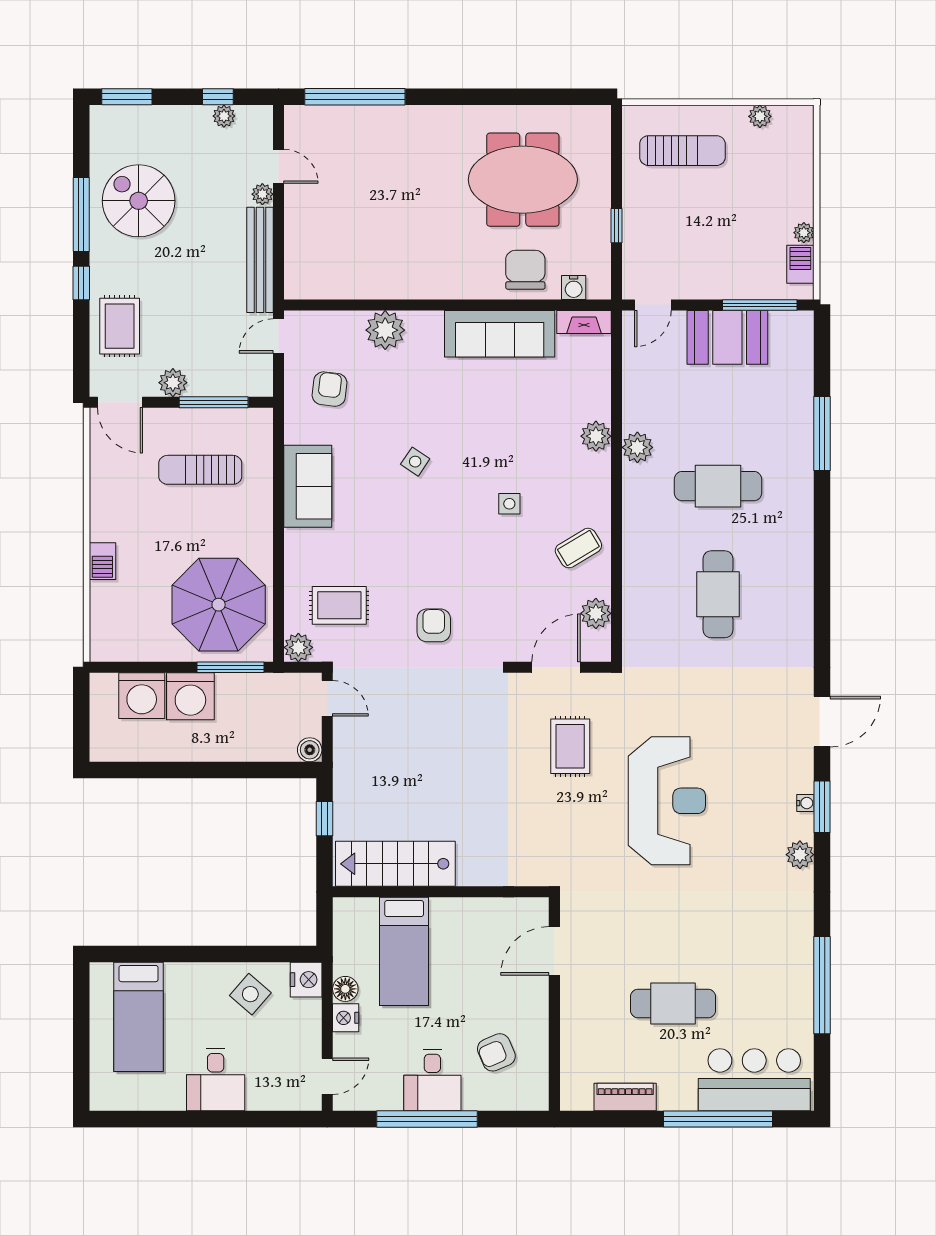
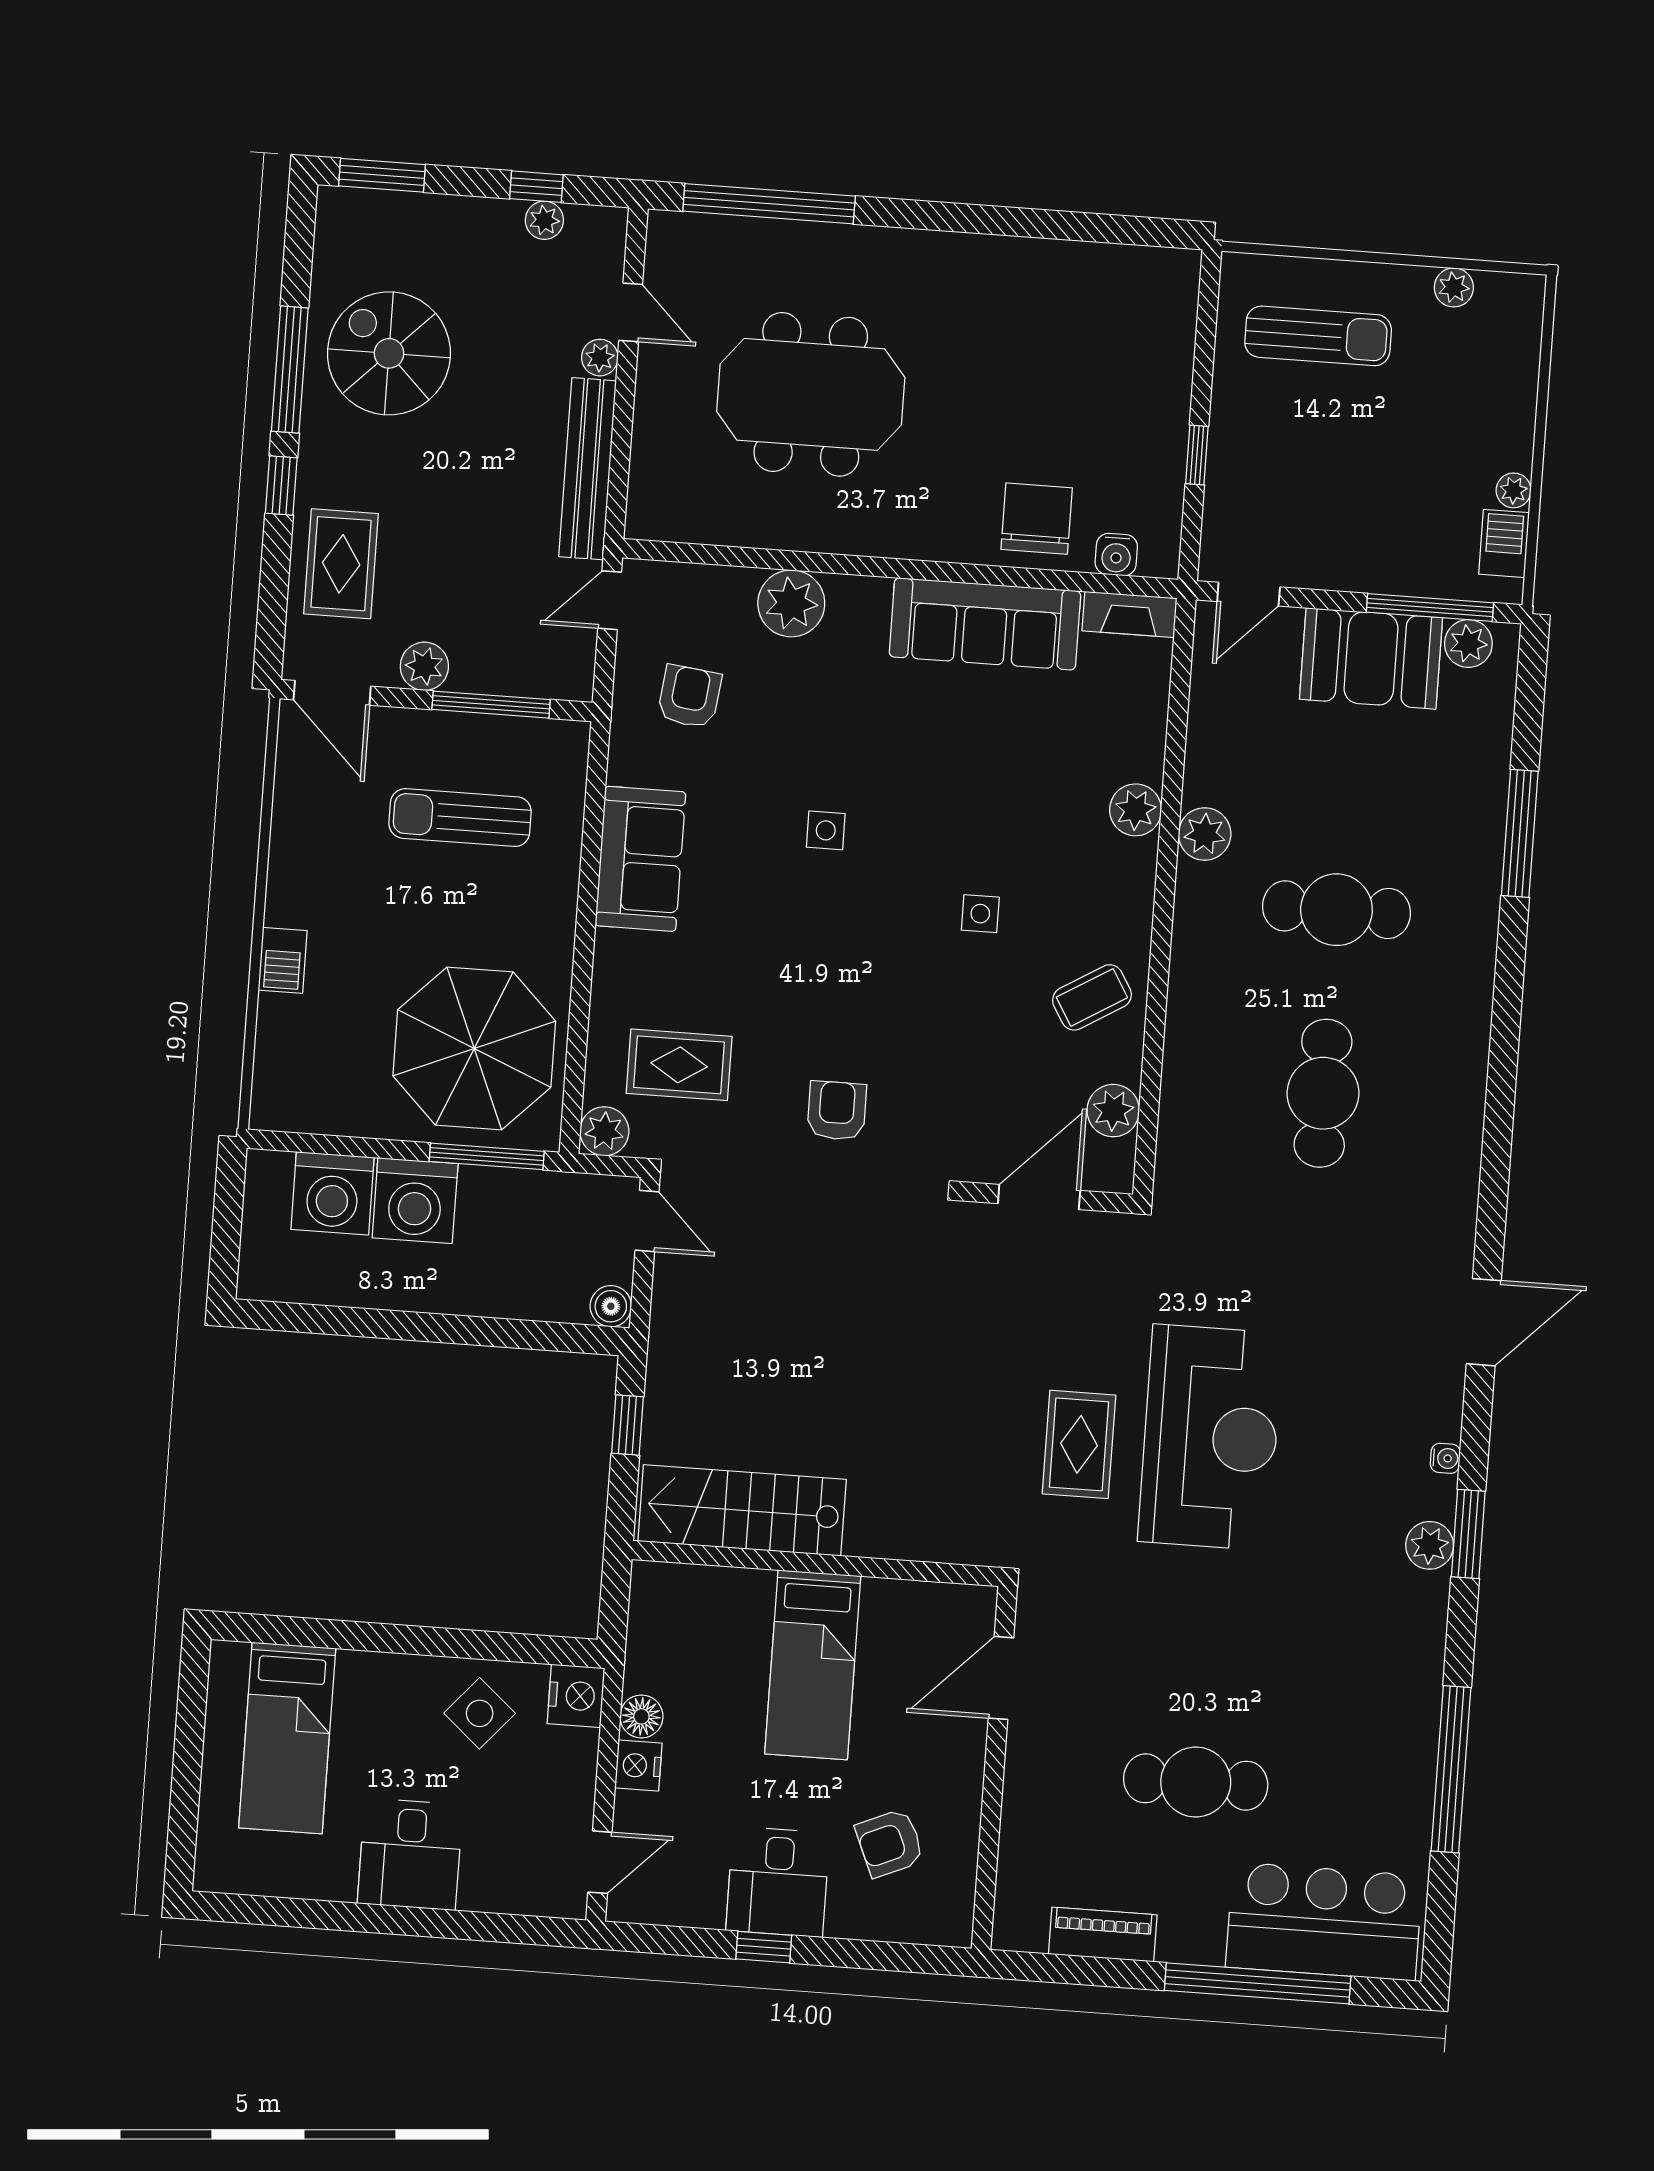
meeting table: (523, 180) -> (811, 394), moved
plant: (784, 324) -> (1468, 643), added
side table: (415, 462) -> (826, 830), turned -34
rug: (570, 746) -> (1079, 1444), moved
window: (822, 807) -> (1468, 1534), moved
bed: (404, 951) -> (813, 1665), moved
window: (427, 1119) -> (764, 1947), width x0.32

